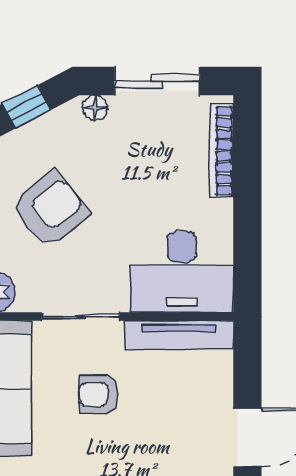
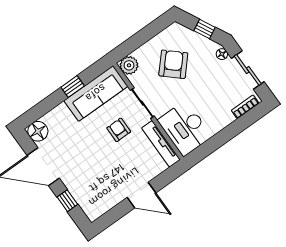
bookcase: (221, 151) -> (245, 107), width x0.64
armchair: (50, 209) -> (173, 64), turned -99

